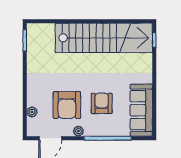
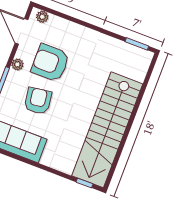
armchair: (102, 103) -> (38, 101), turned -98
plant: (32, 112) -> (42, 17), moved

